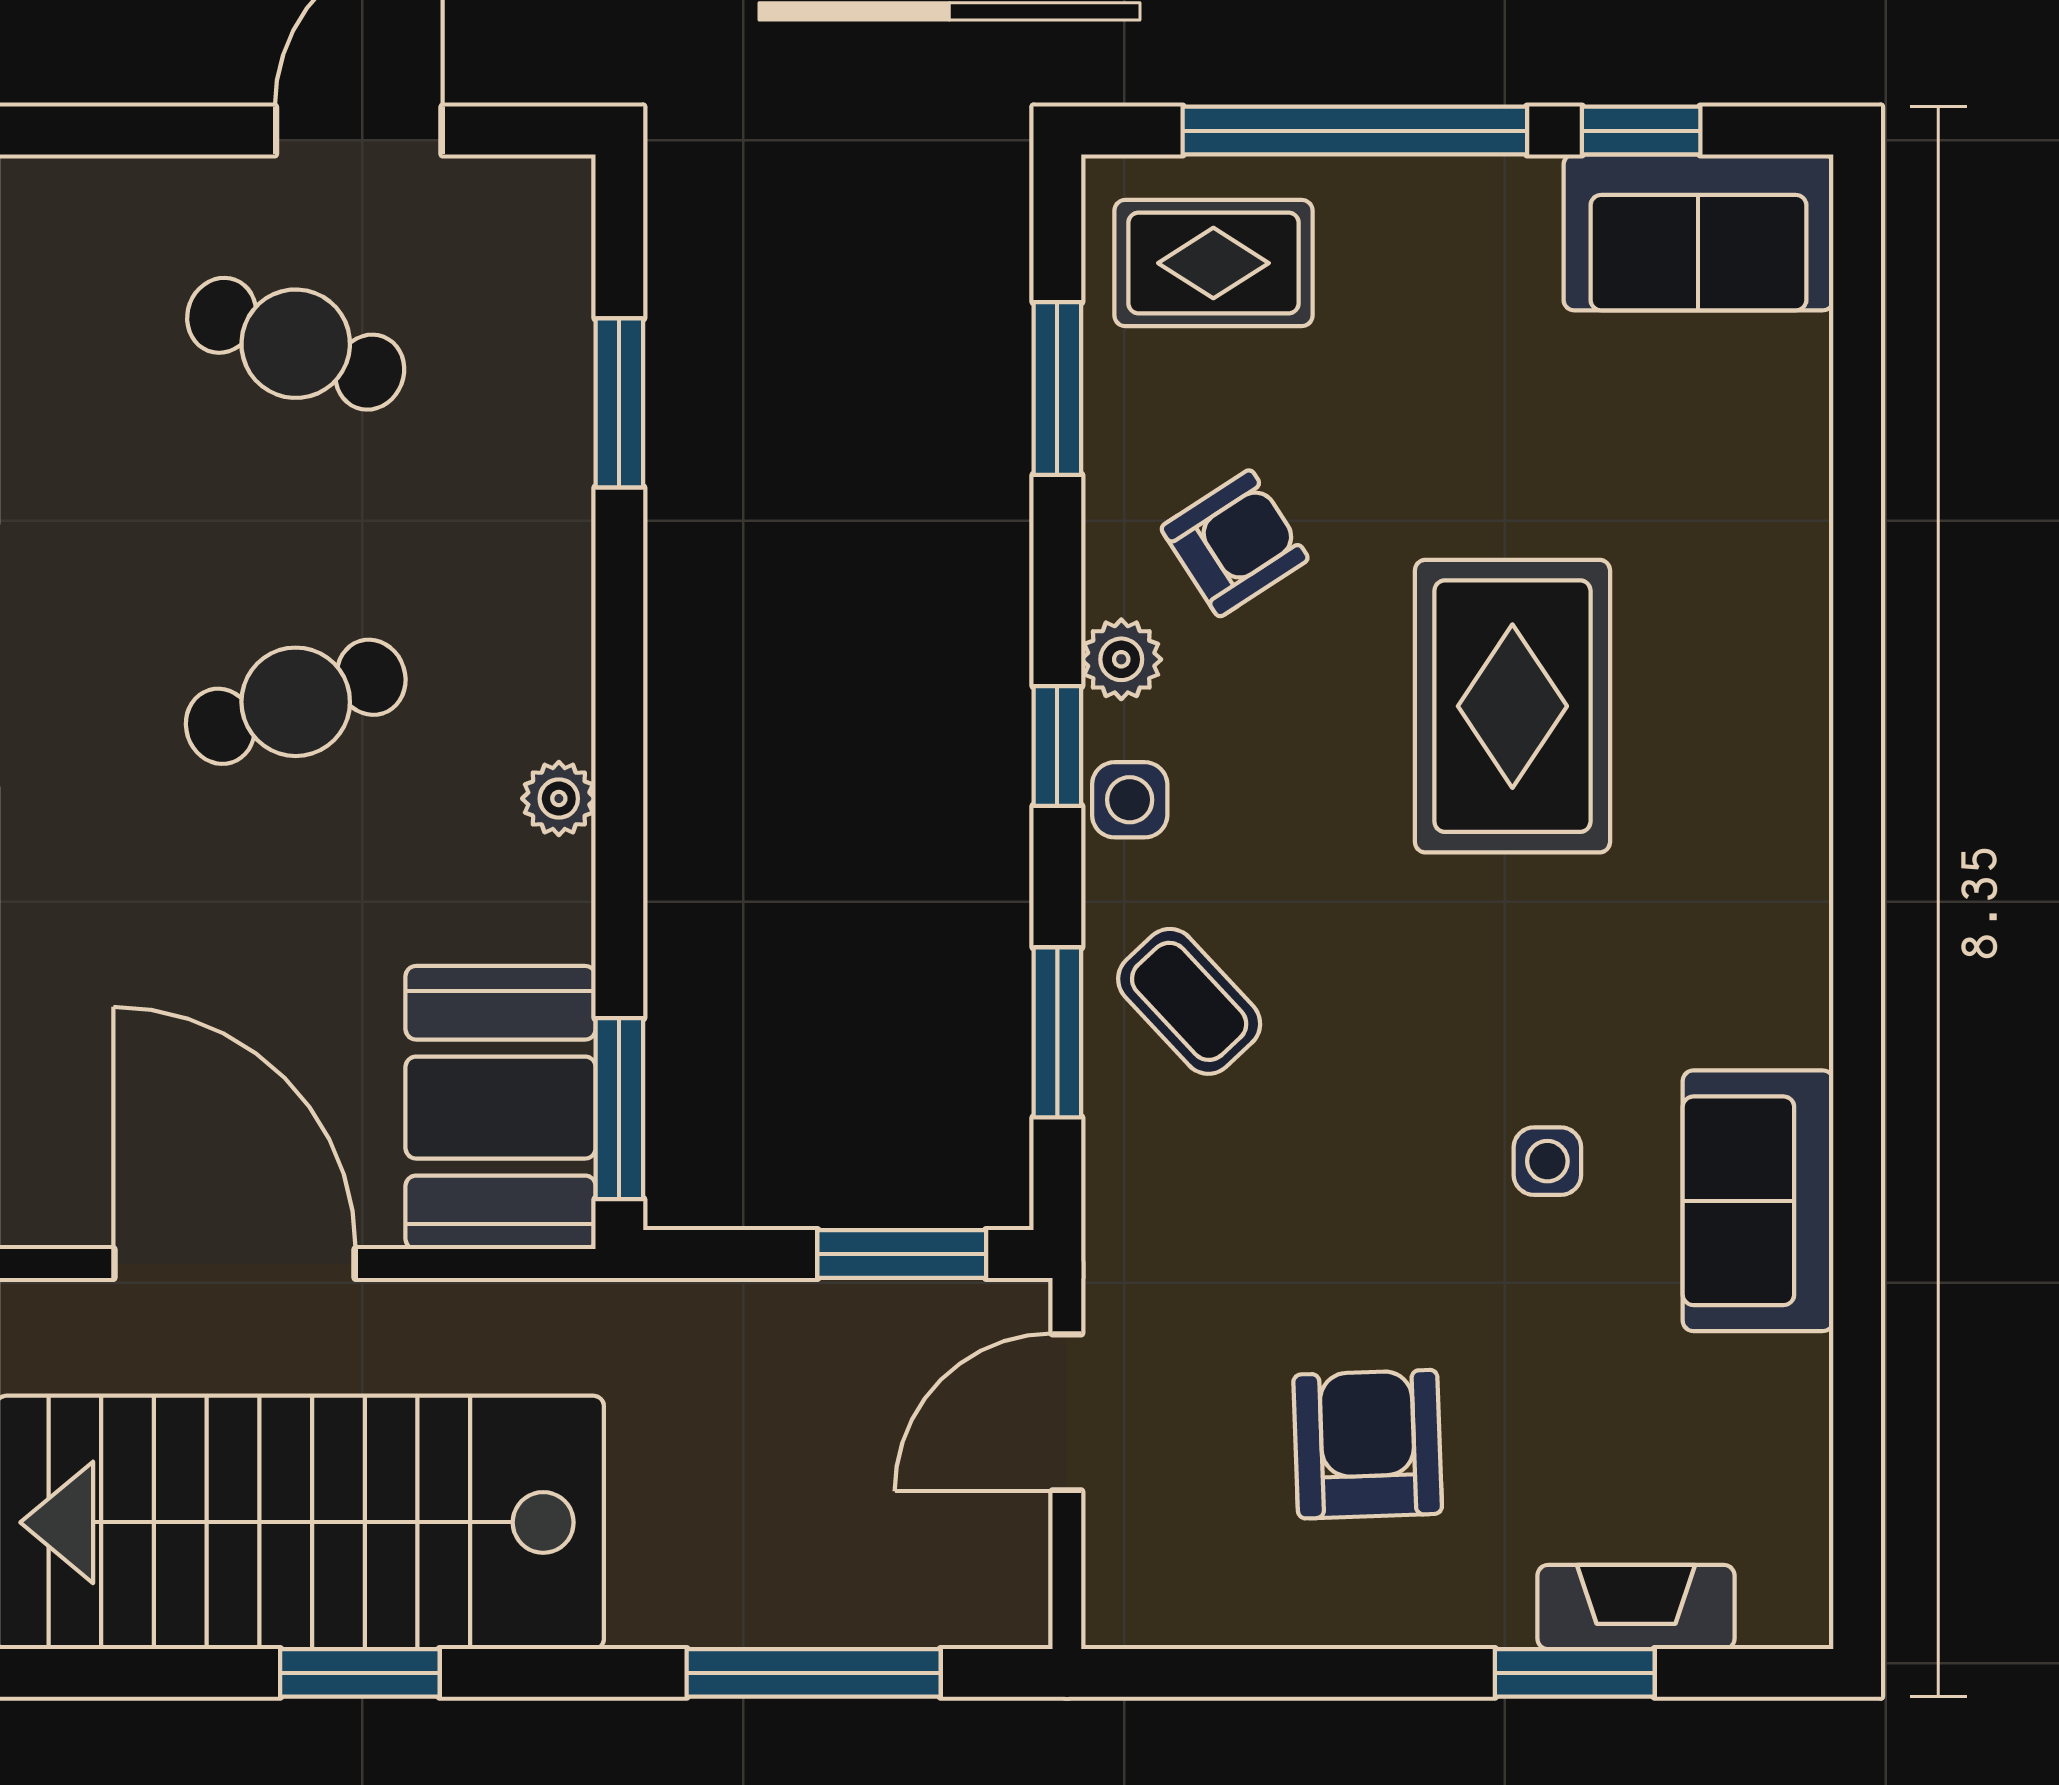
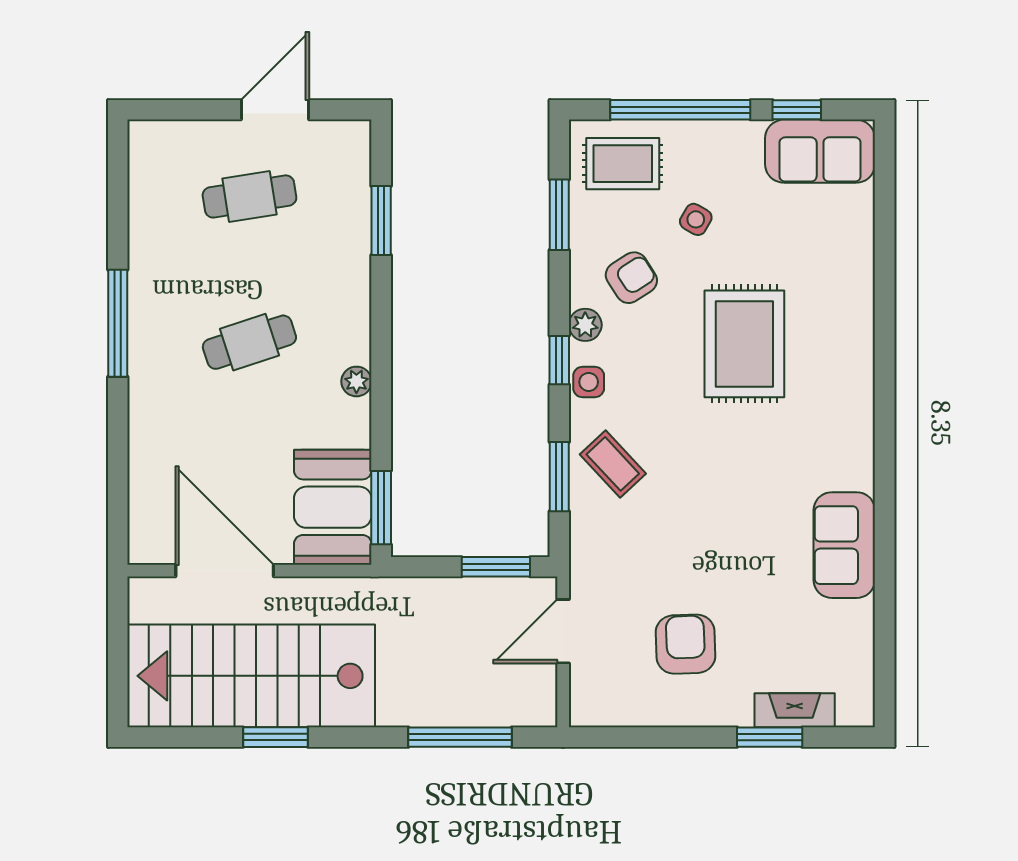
cafe table: (296, 344) -> (249, 196), turned -30
side table: (1547, 1161) -> (696, 219), moved, turned 30

